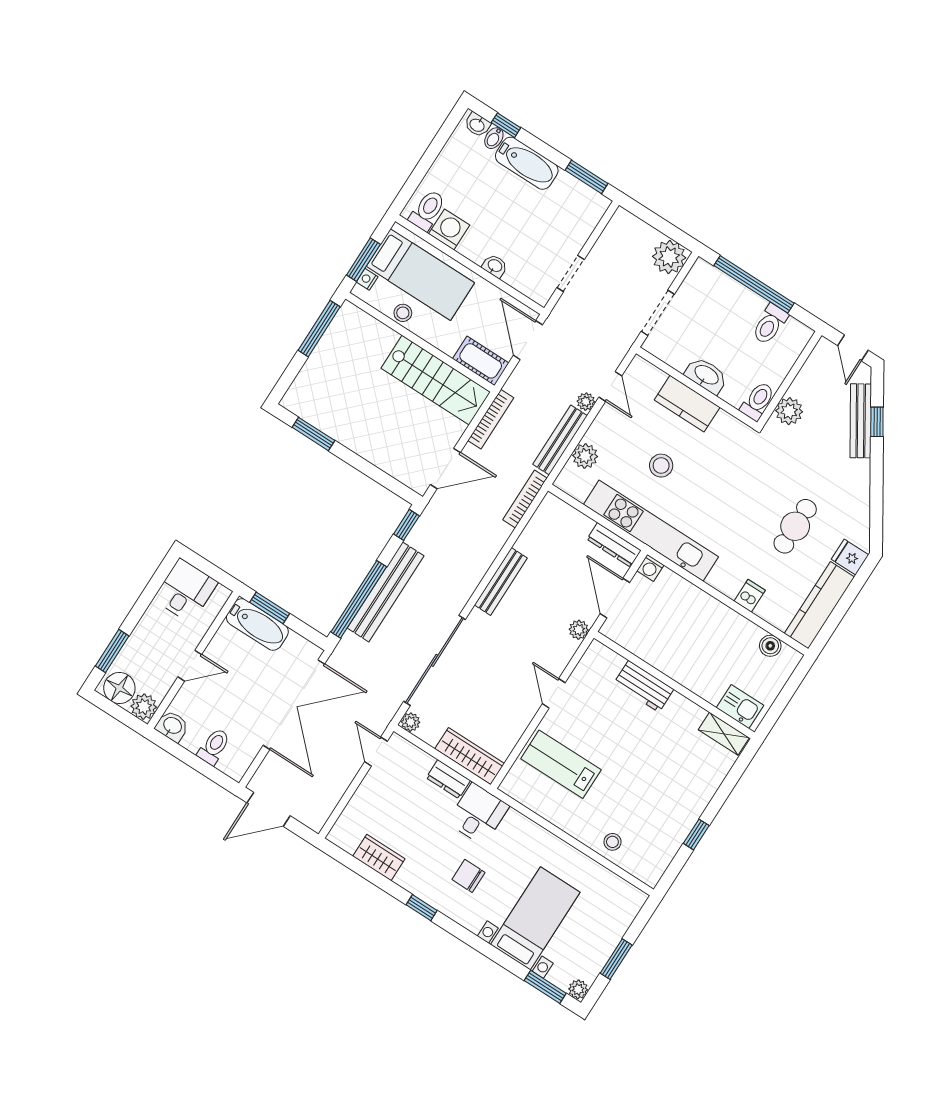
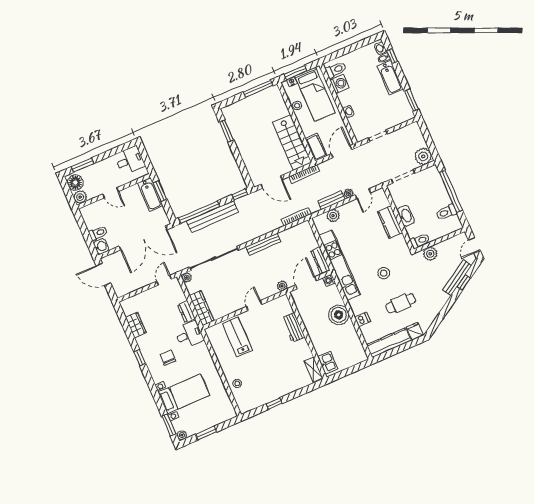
bench: (560, 440) -> (331, 200), width x0.73
stool: (661, 466) -> (384, 273), moved
boiler: (770, 646) -> (339, 315), moved, width x1.86, depth x1.86
washbasin: (172, 726) -> (101, 246), moved

